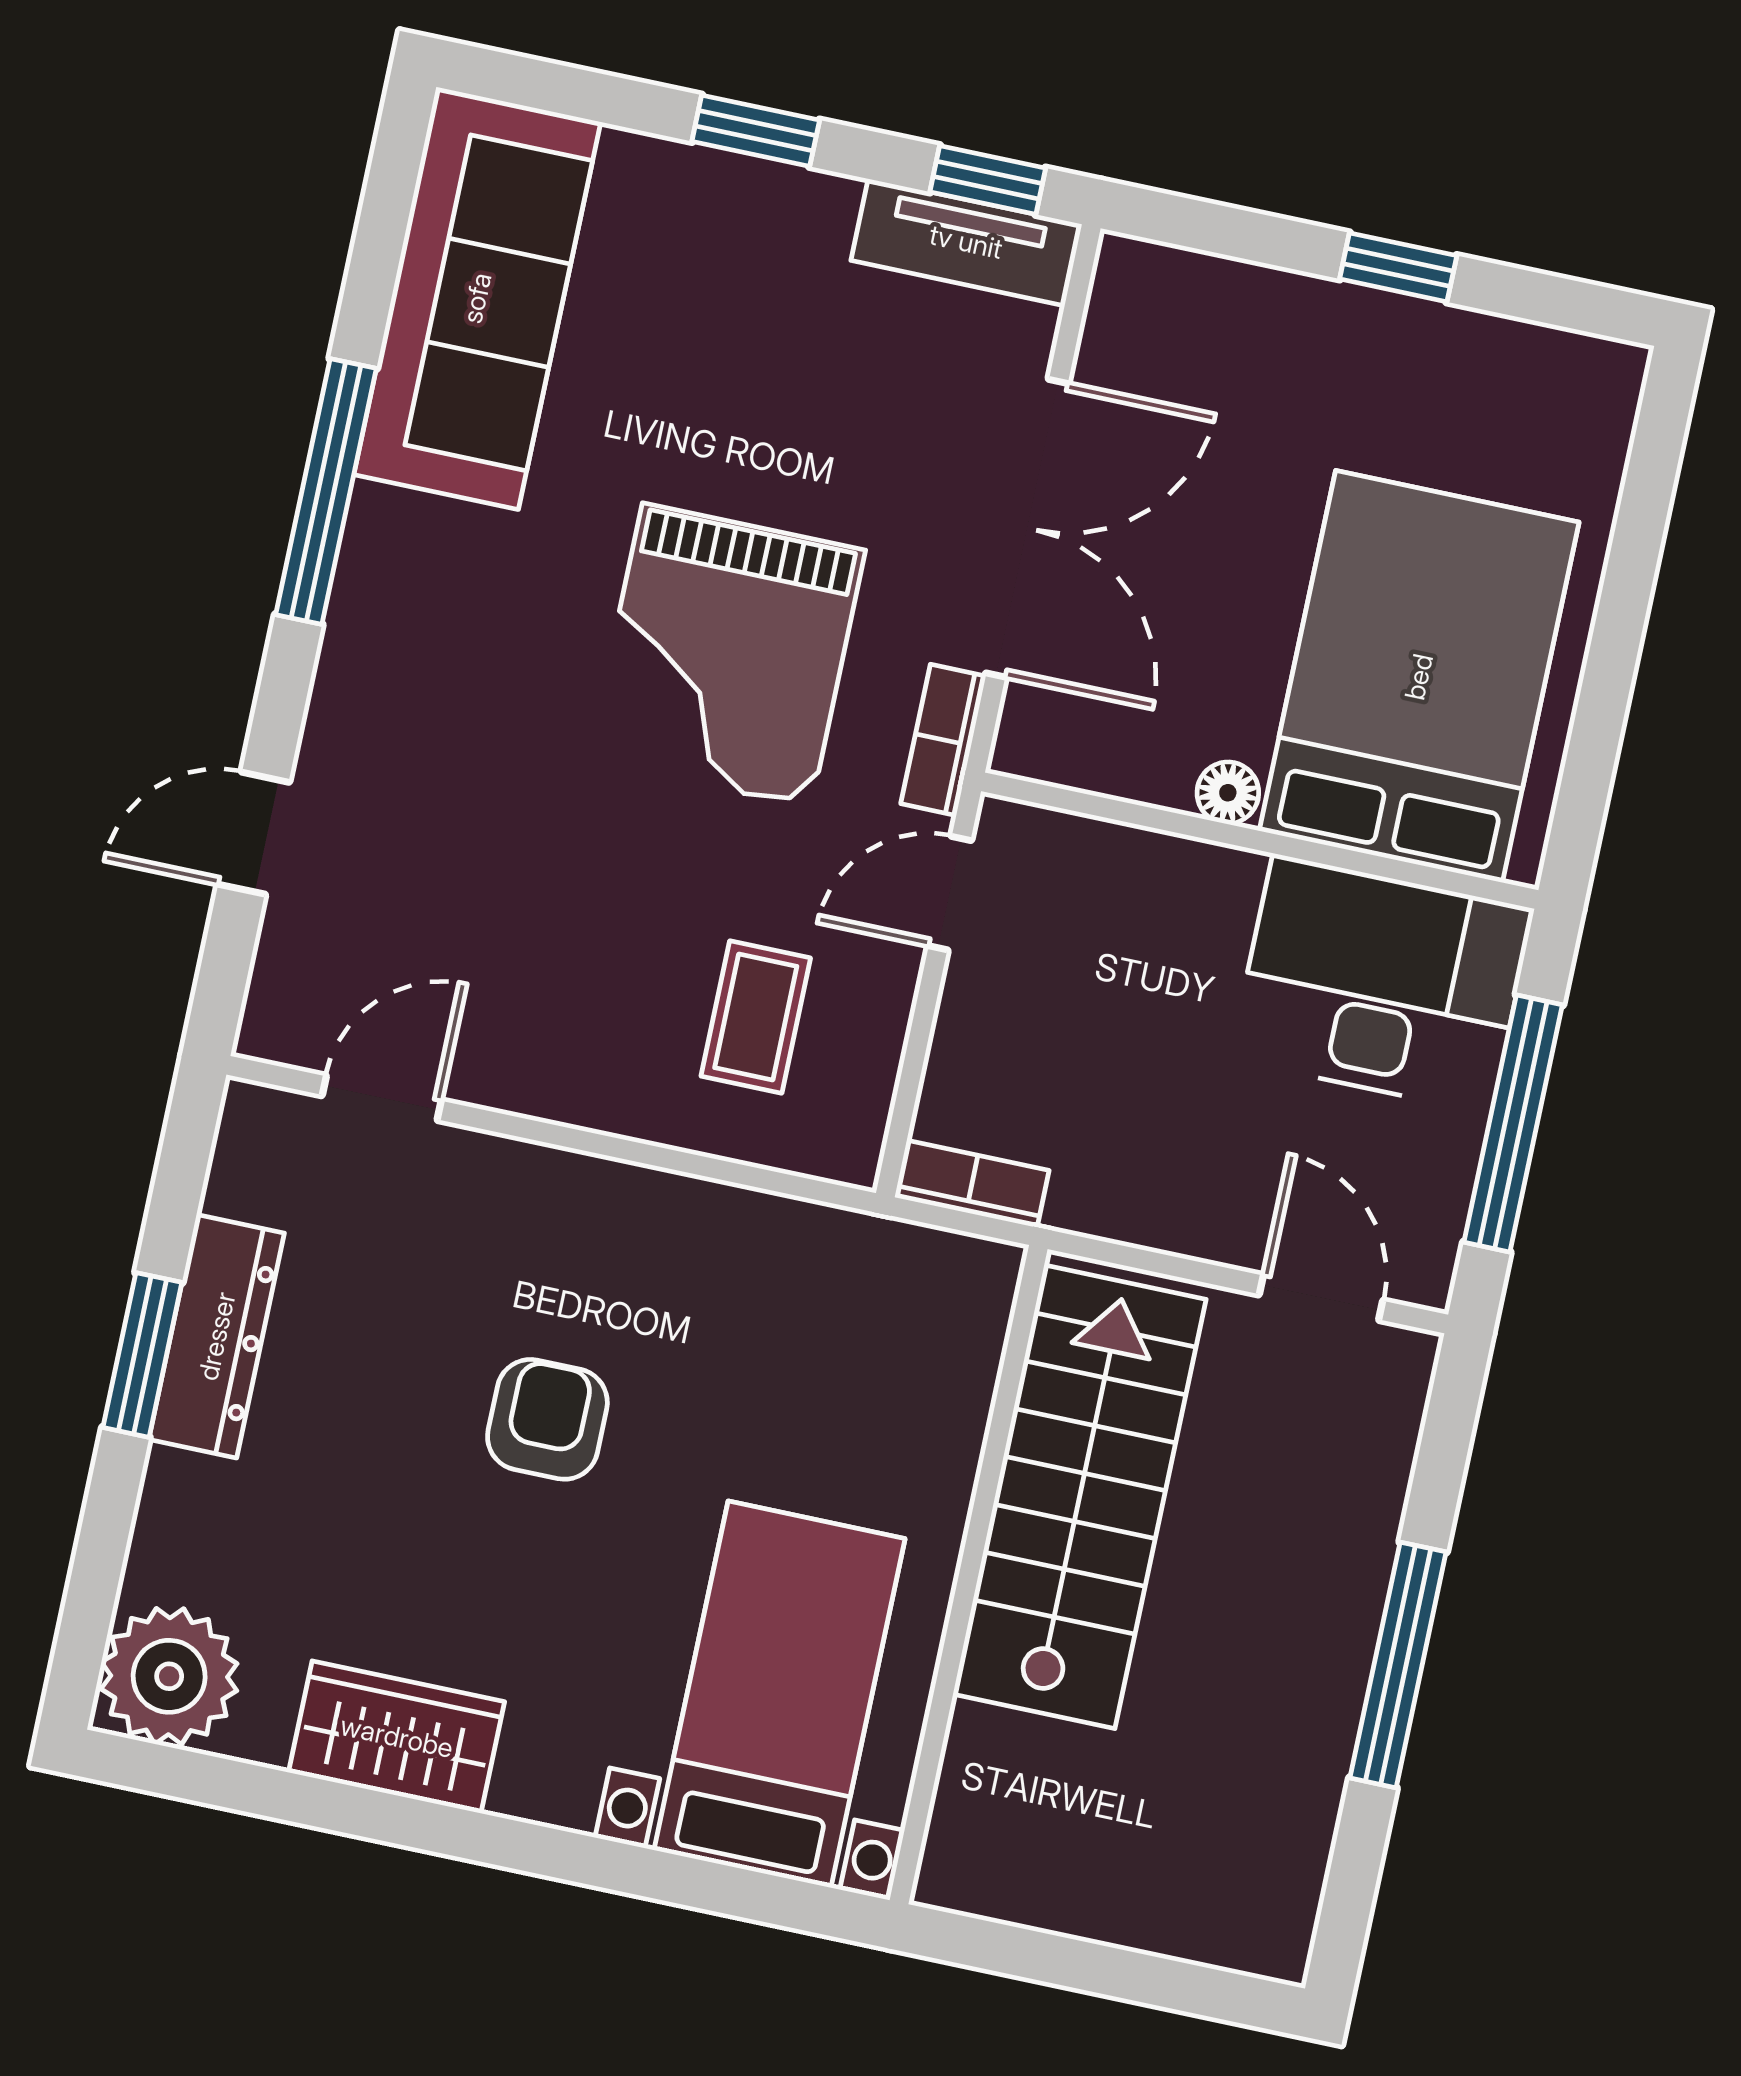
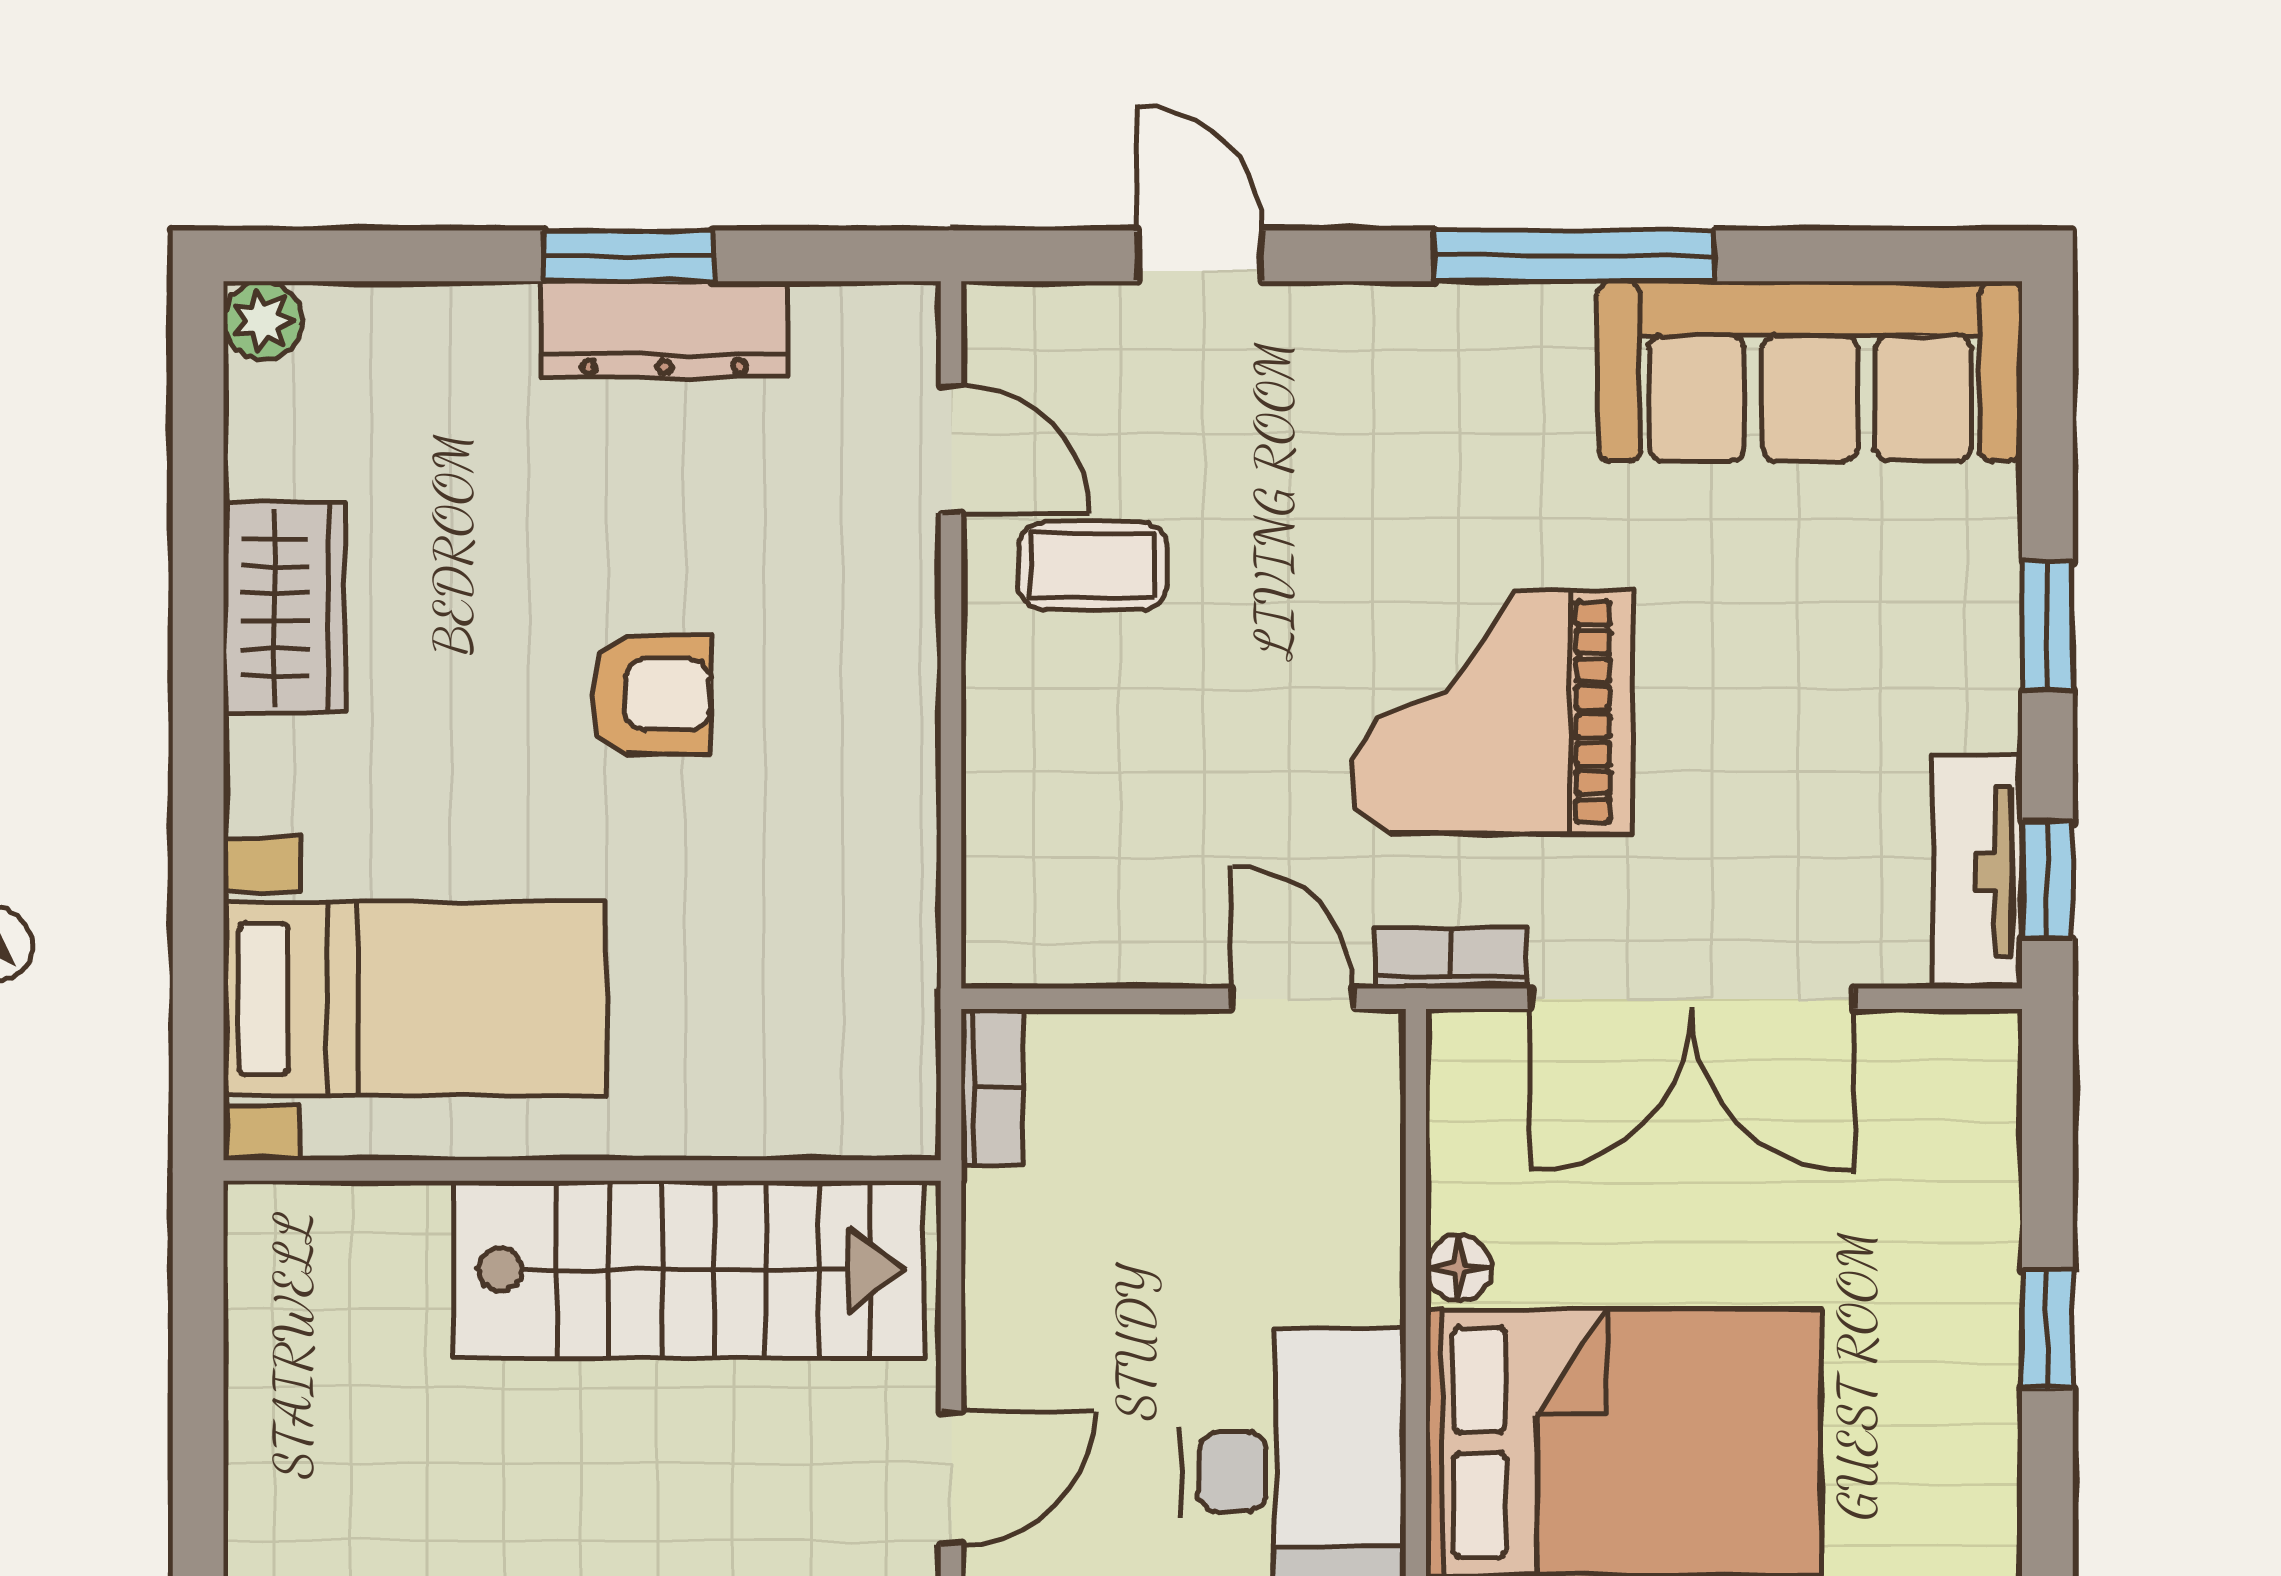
coffee table: (756, 1017) -> (1093, 566), moved
plant: (169, 1676) -> (263, 321), width x0.53, depth x0.53

